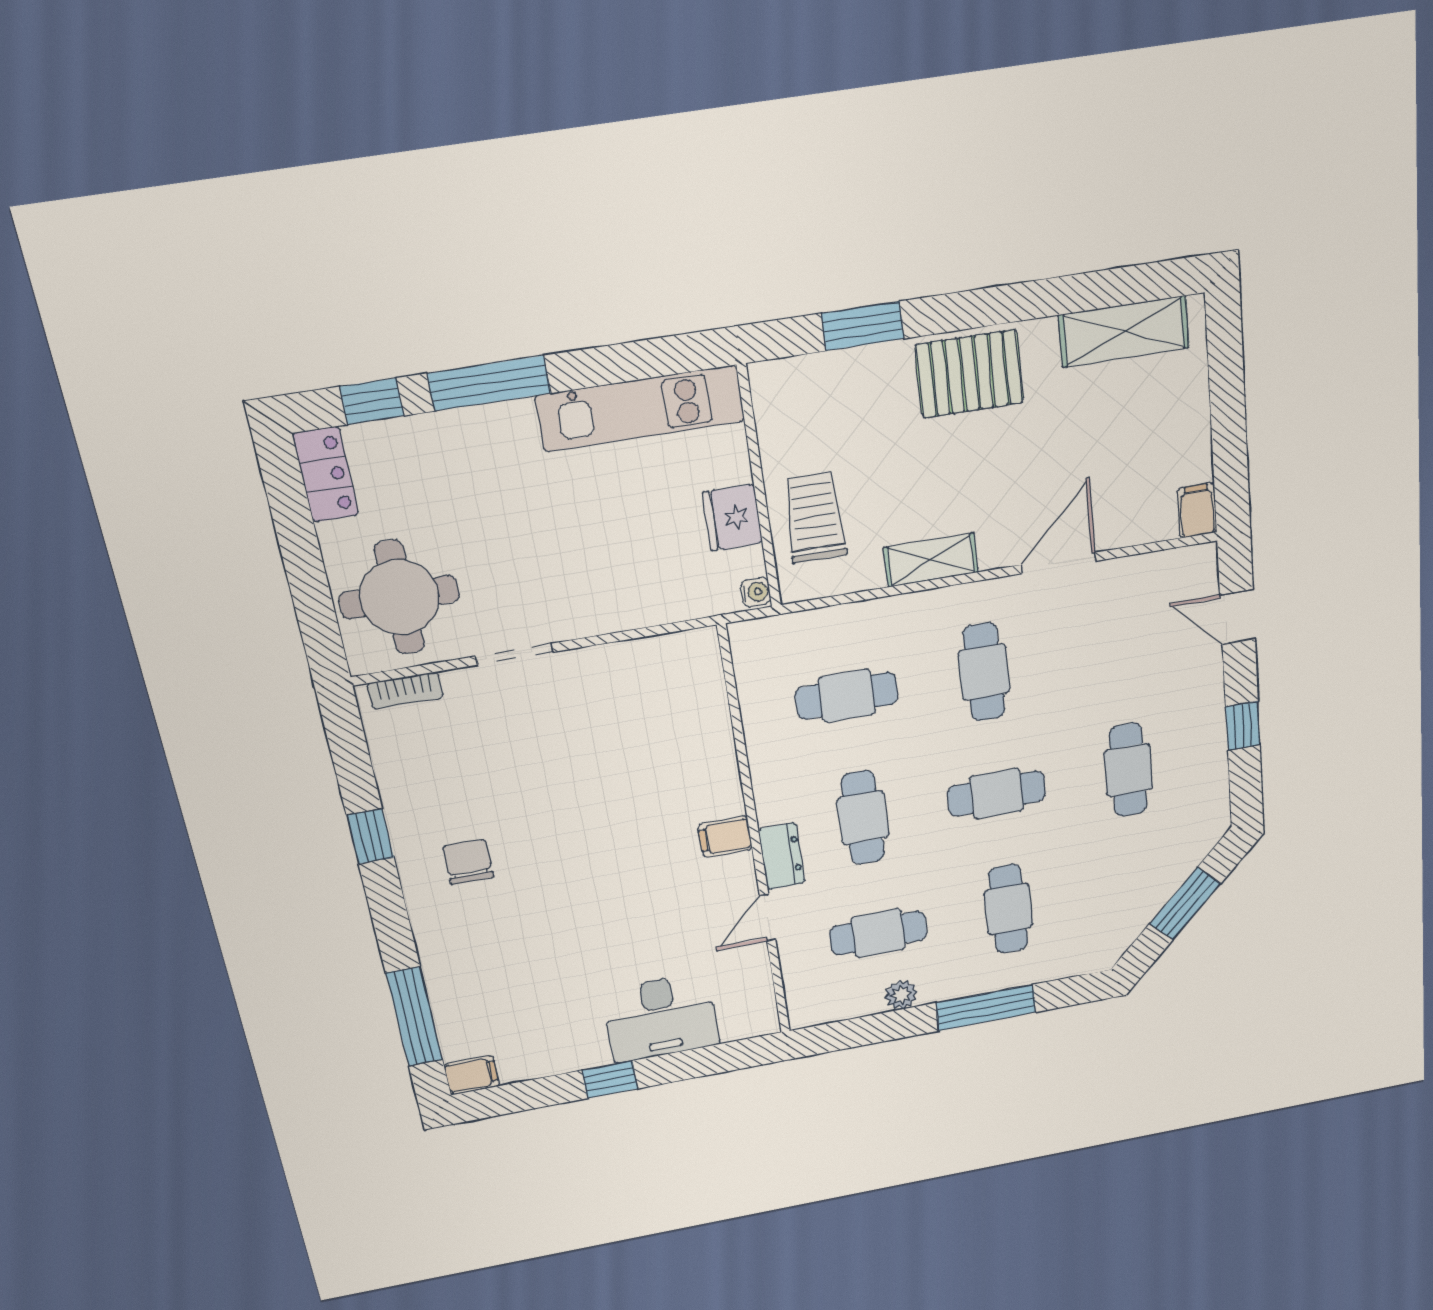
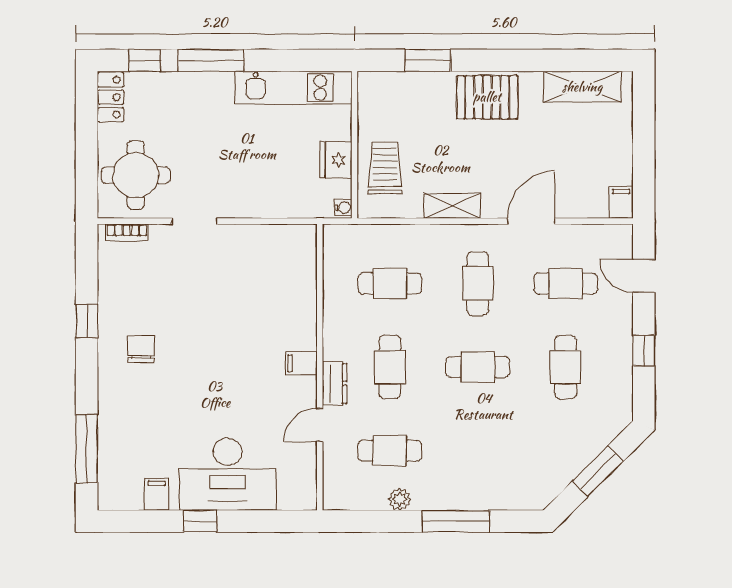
cafe table: (1008, 909) -> (566, 283), moved, turned 90
desk: (661, 1018) -> (228, 474), width x1.36, depth x1.30
filing cabinet: (472, 1075) -> (157, 494), moved, turned -90

